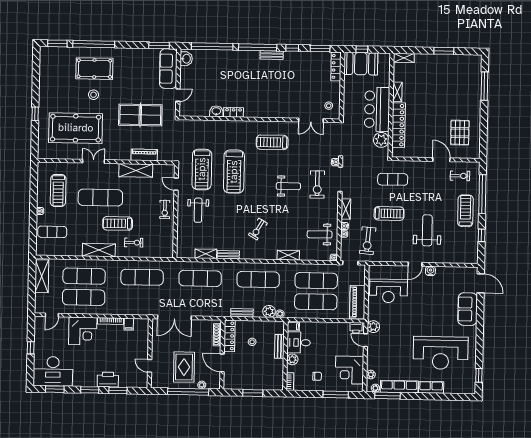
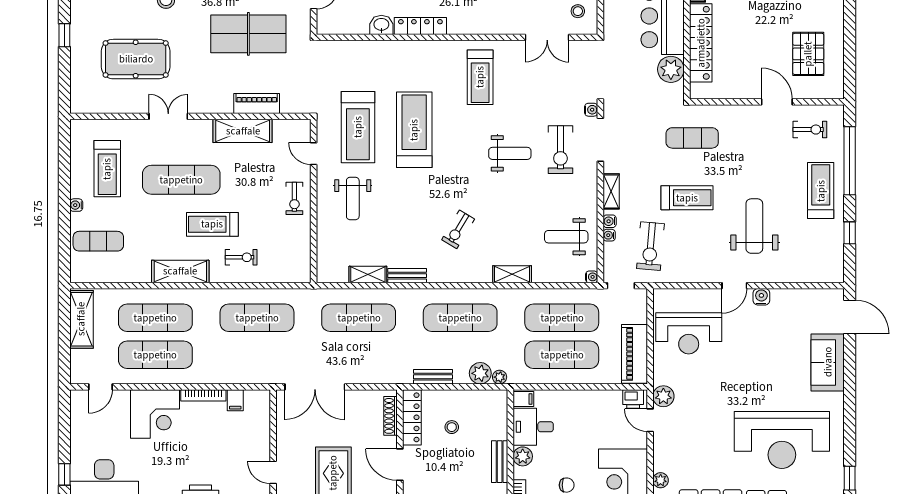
locker: (233, 112) -> (420, 26), width x1.53
pool table: (76, 128) -> (136, 59), width x0.73, depth x0.76
treadmill: (272, 142) -> (480, 77), turned -90
treadmill: (234, 172) -> (414, 130), turned 180
bench: (279, 346) -> (500, 462), moved
window: (31, 348) -> (64, 474), moved

